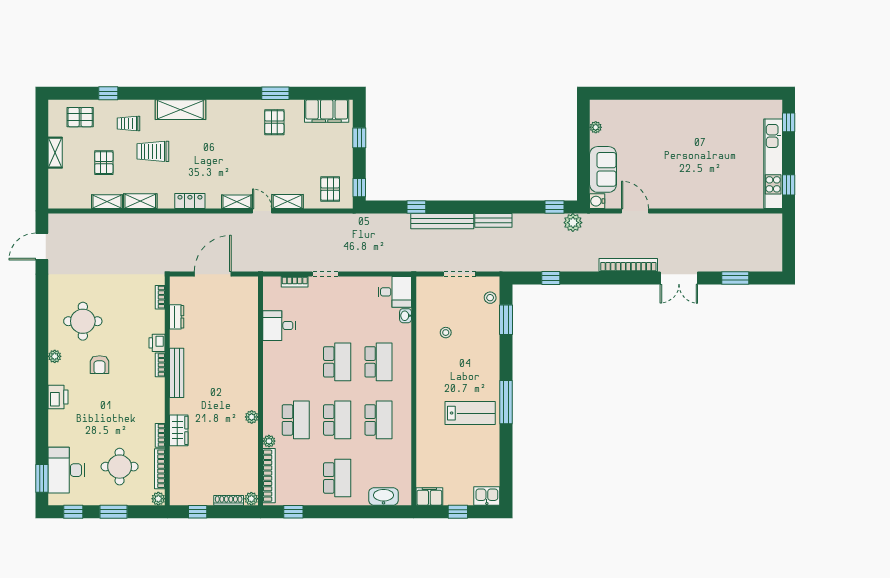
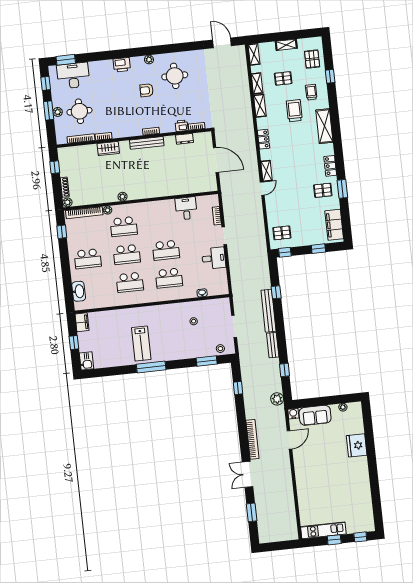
locker: (240, 108) -> (330, 166), added
fridge: (654, 113) -> (357, 445), added
kitchen unit: (773, 164) -> (323, 530), width x0.73
window: (789, 185) -> (334, 540), moved
shelving: (287, 201) -> (254, 54), moved
window: (555, 207) -> (285, 370), moved
desk: (395, 292) -> (214, 258), moved, turned -90
printer: (157, 343) -> (182, 126), moved
plant: (158, 499) -> (58, 112), moved

